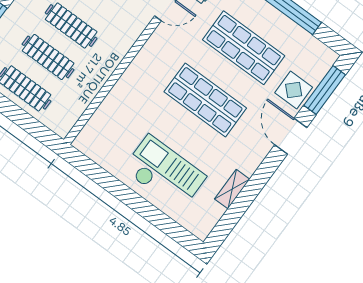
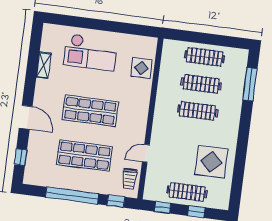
display table: (294, 90) -> (141, 68), moved
window: (325, 90) -> (21, 157), width x0.46

